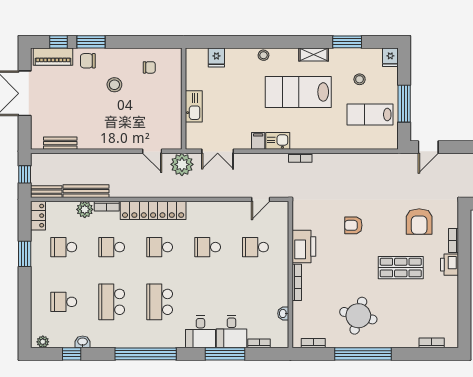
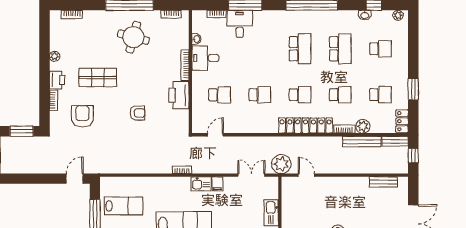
plant: (452, 293) -> (55, 56), added
desk: (200, 332) -> (205, 58), moved, turned -90

